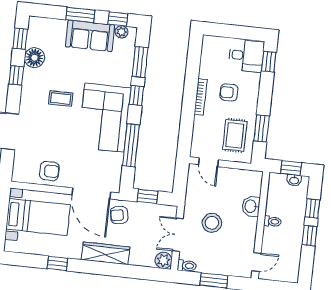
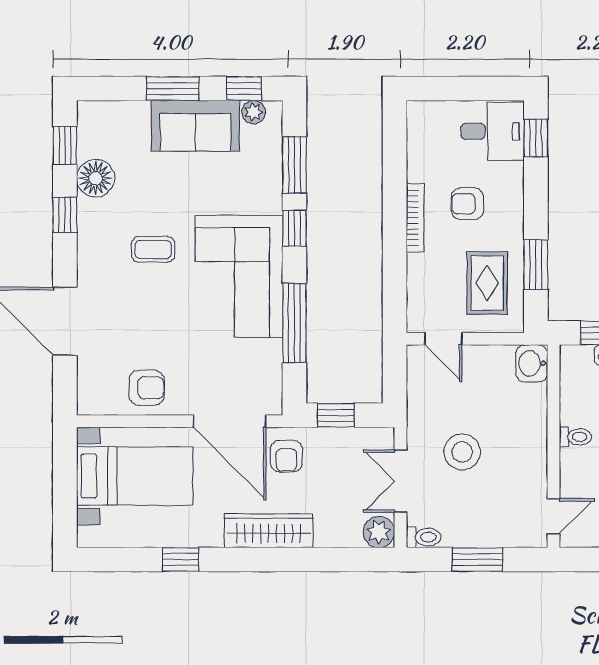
washbasin: (251, 206) -> (532, 363), moved
armchair: (119, 215) -> (286, 456), turned -80

